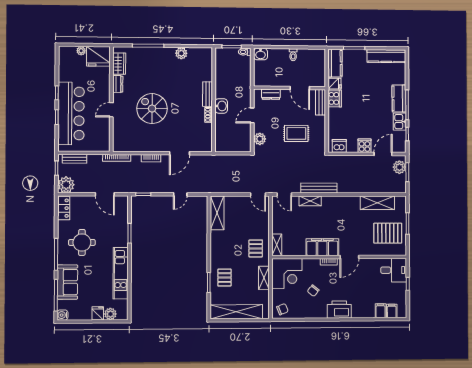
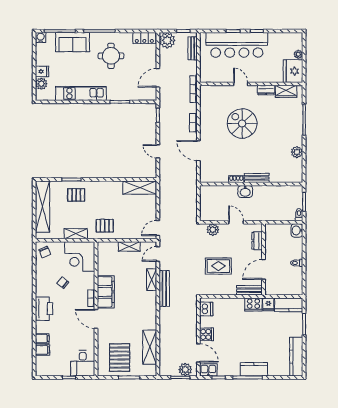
spiral stairs: (152, 109) -> (242, 124), turned -90
kitchen sink: (400, 122) -> (208, 370), moved
rug: (296, 133) -> (218, 266), turned 90
shelving: (277, 245) -> (129, 246), moved
filing cabinet: (392, 311) -> (42, 339), moved

